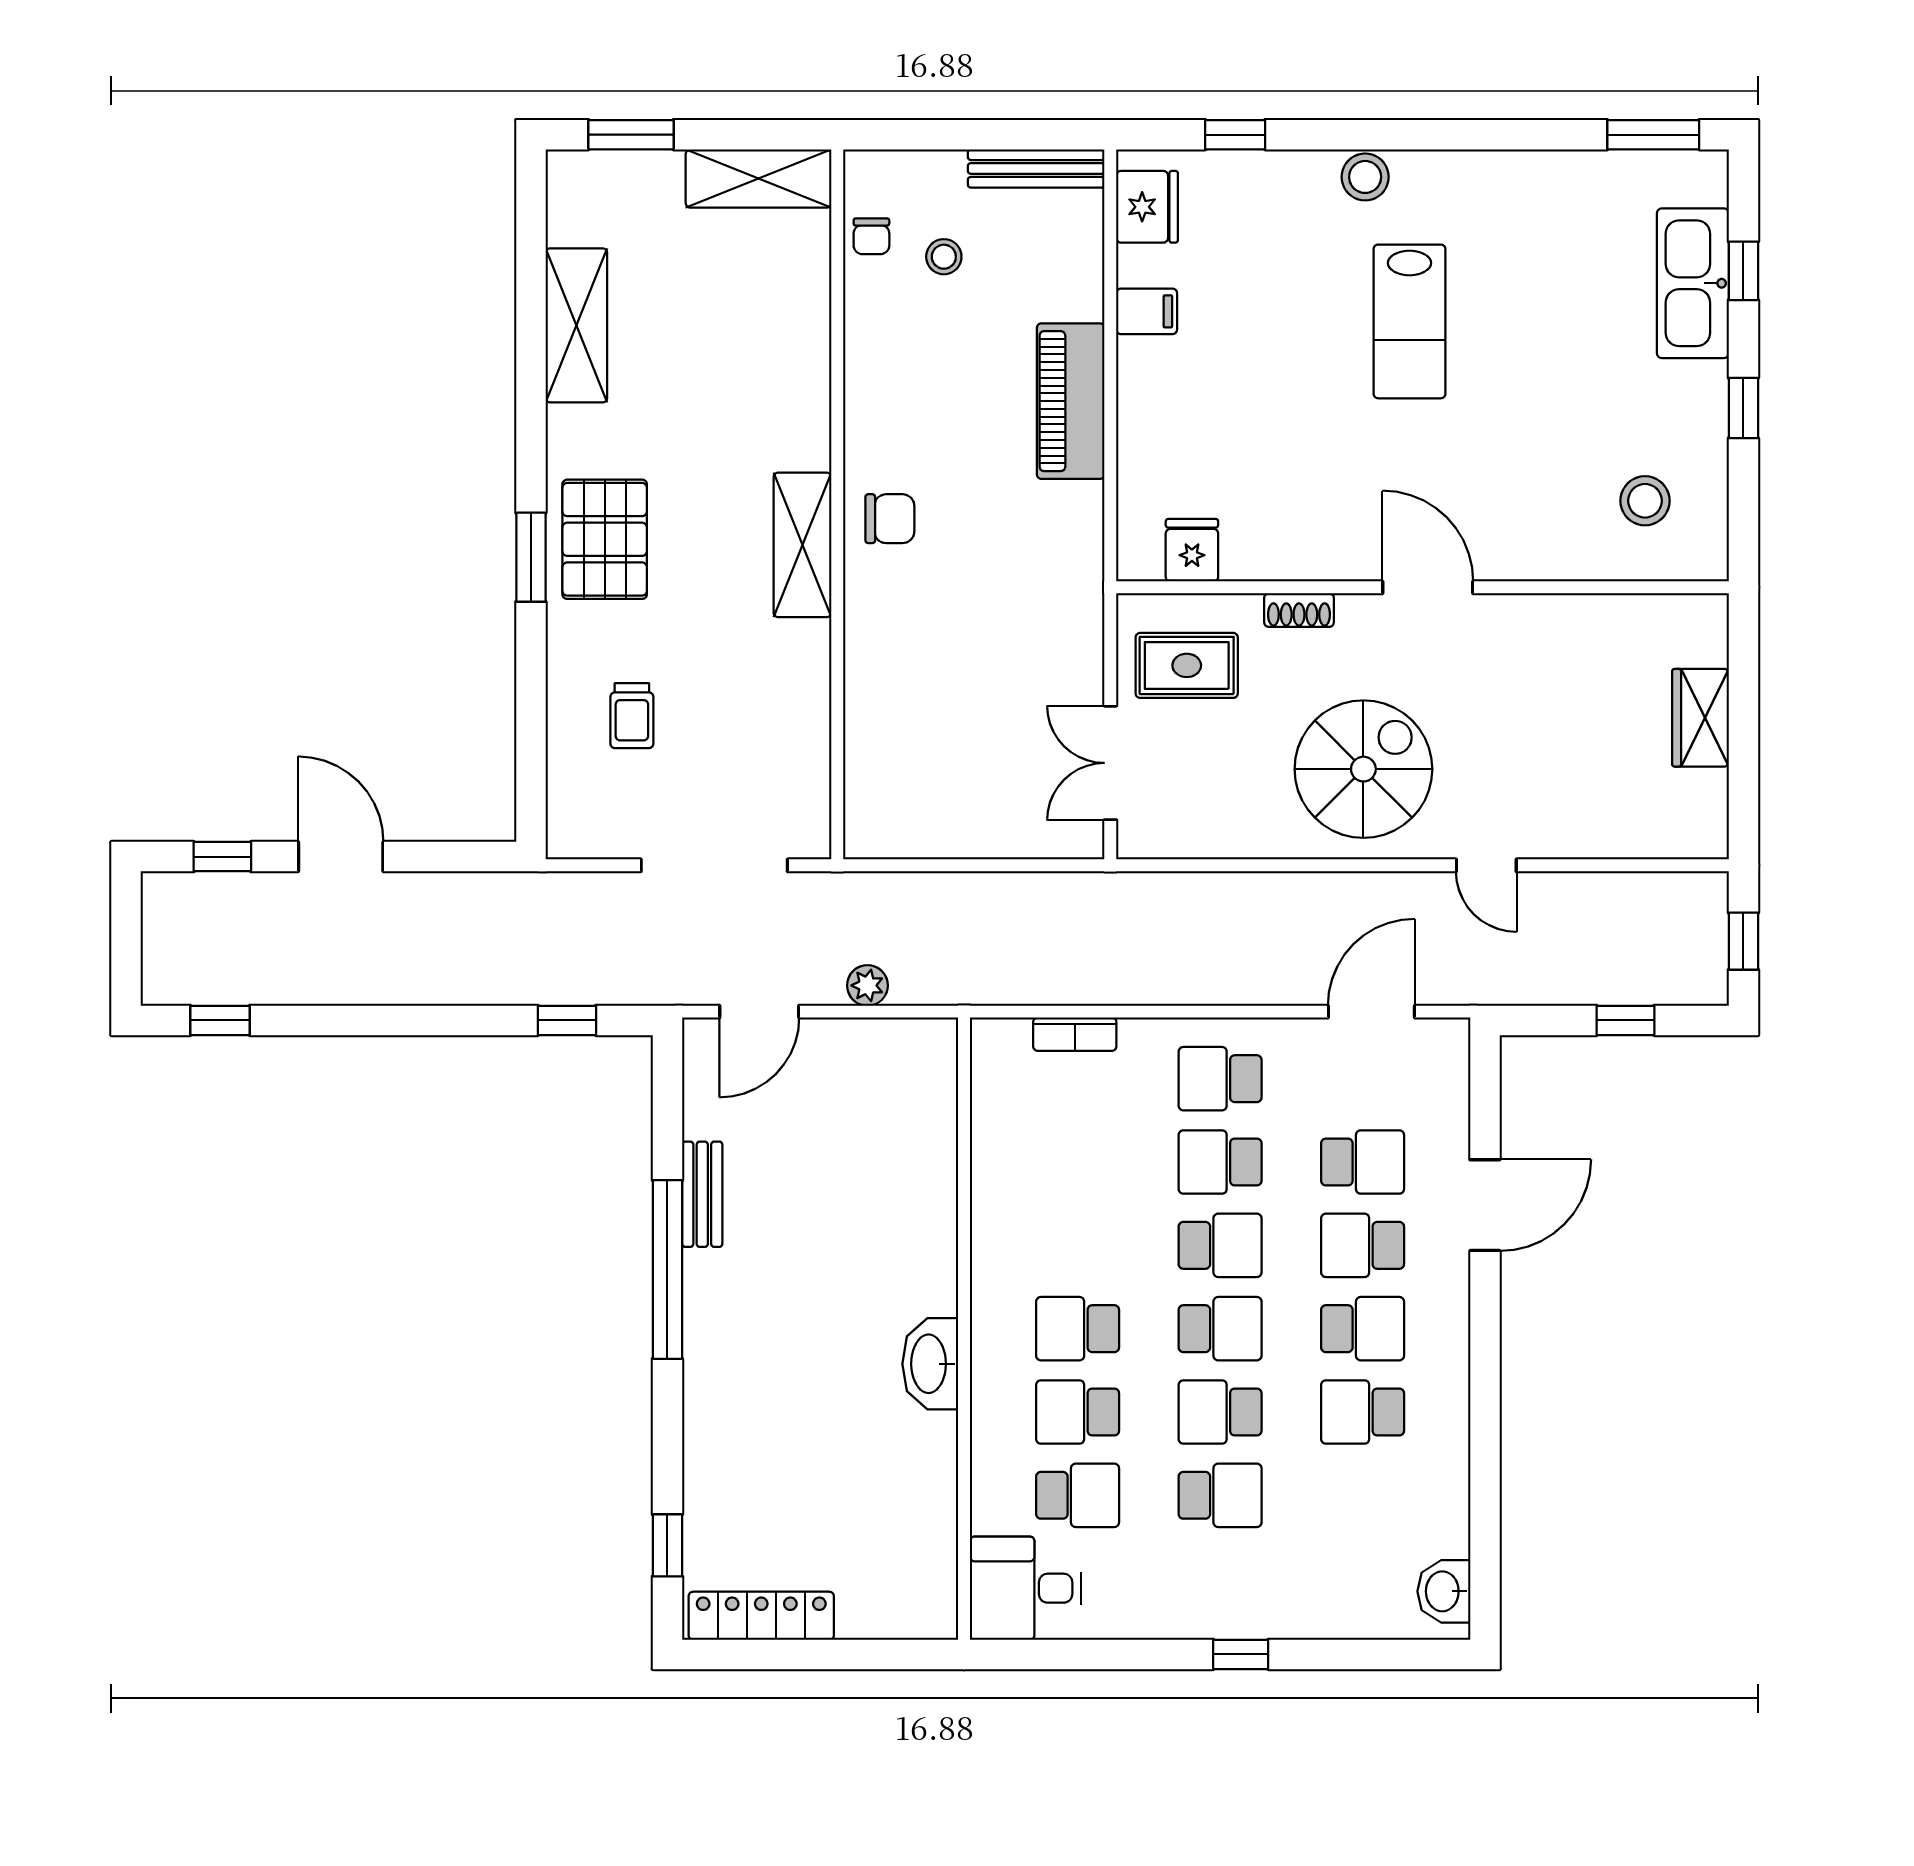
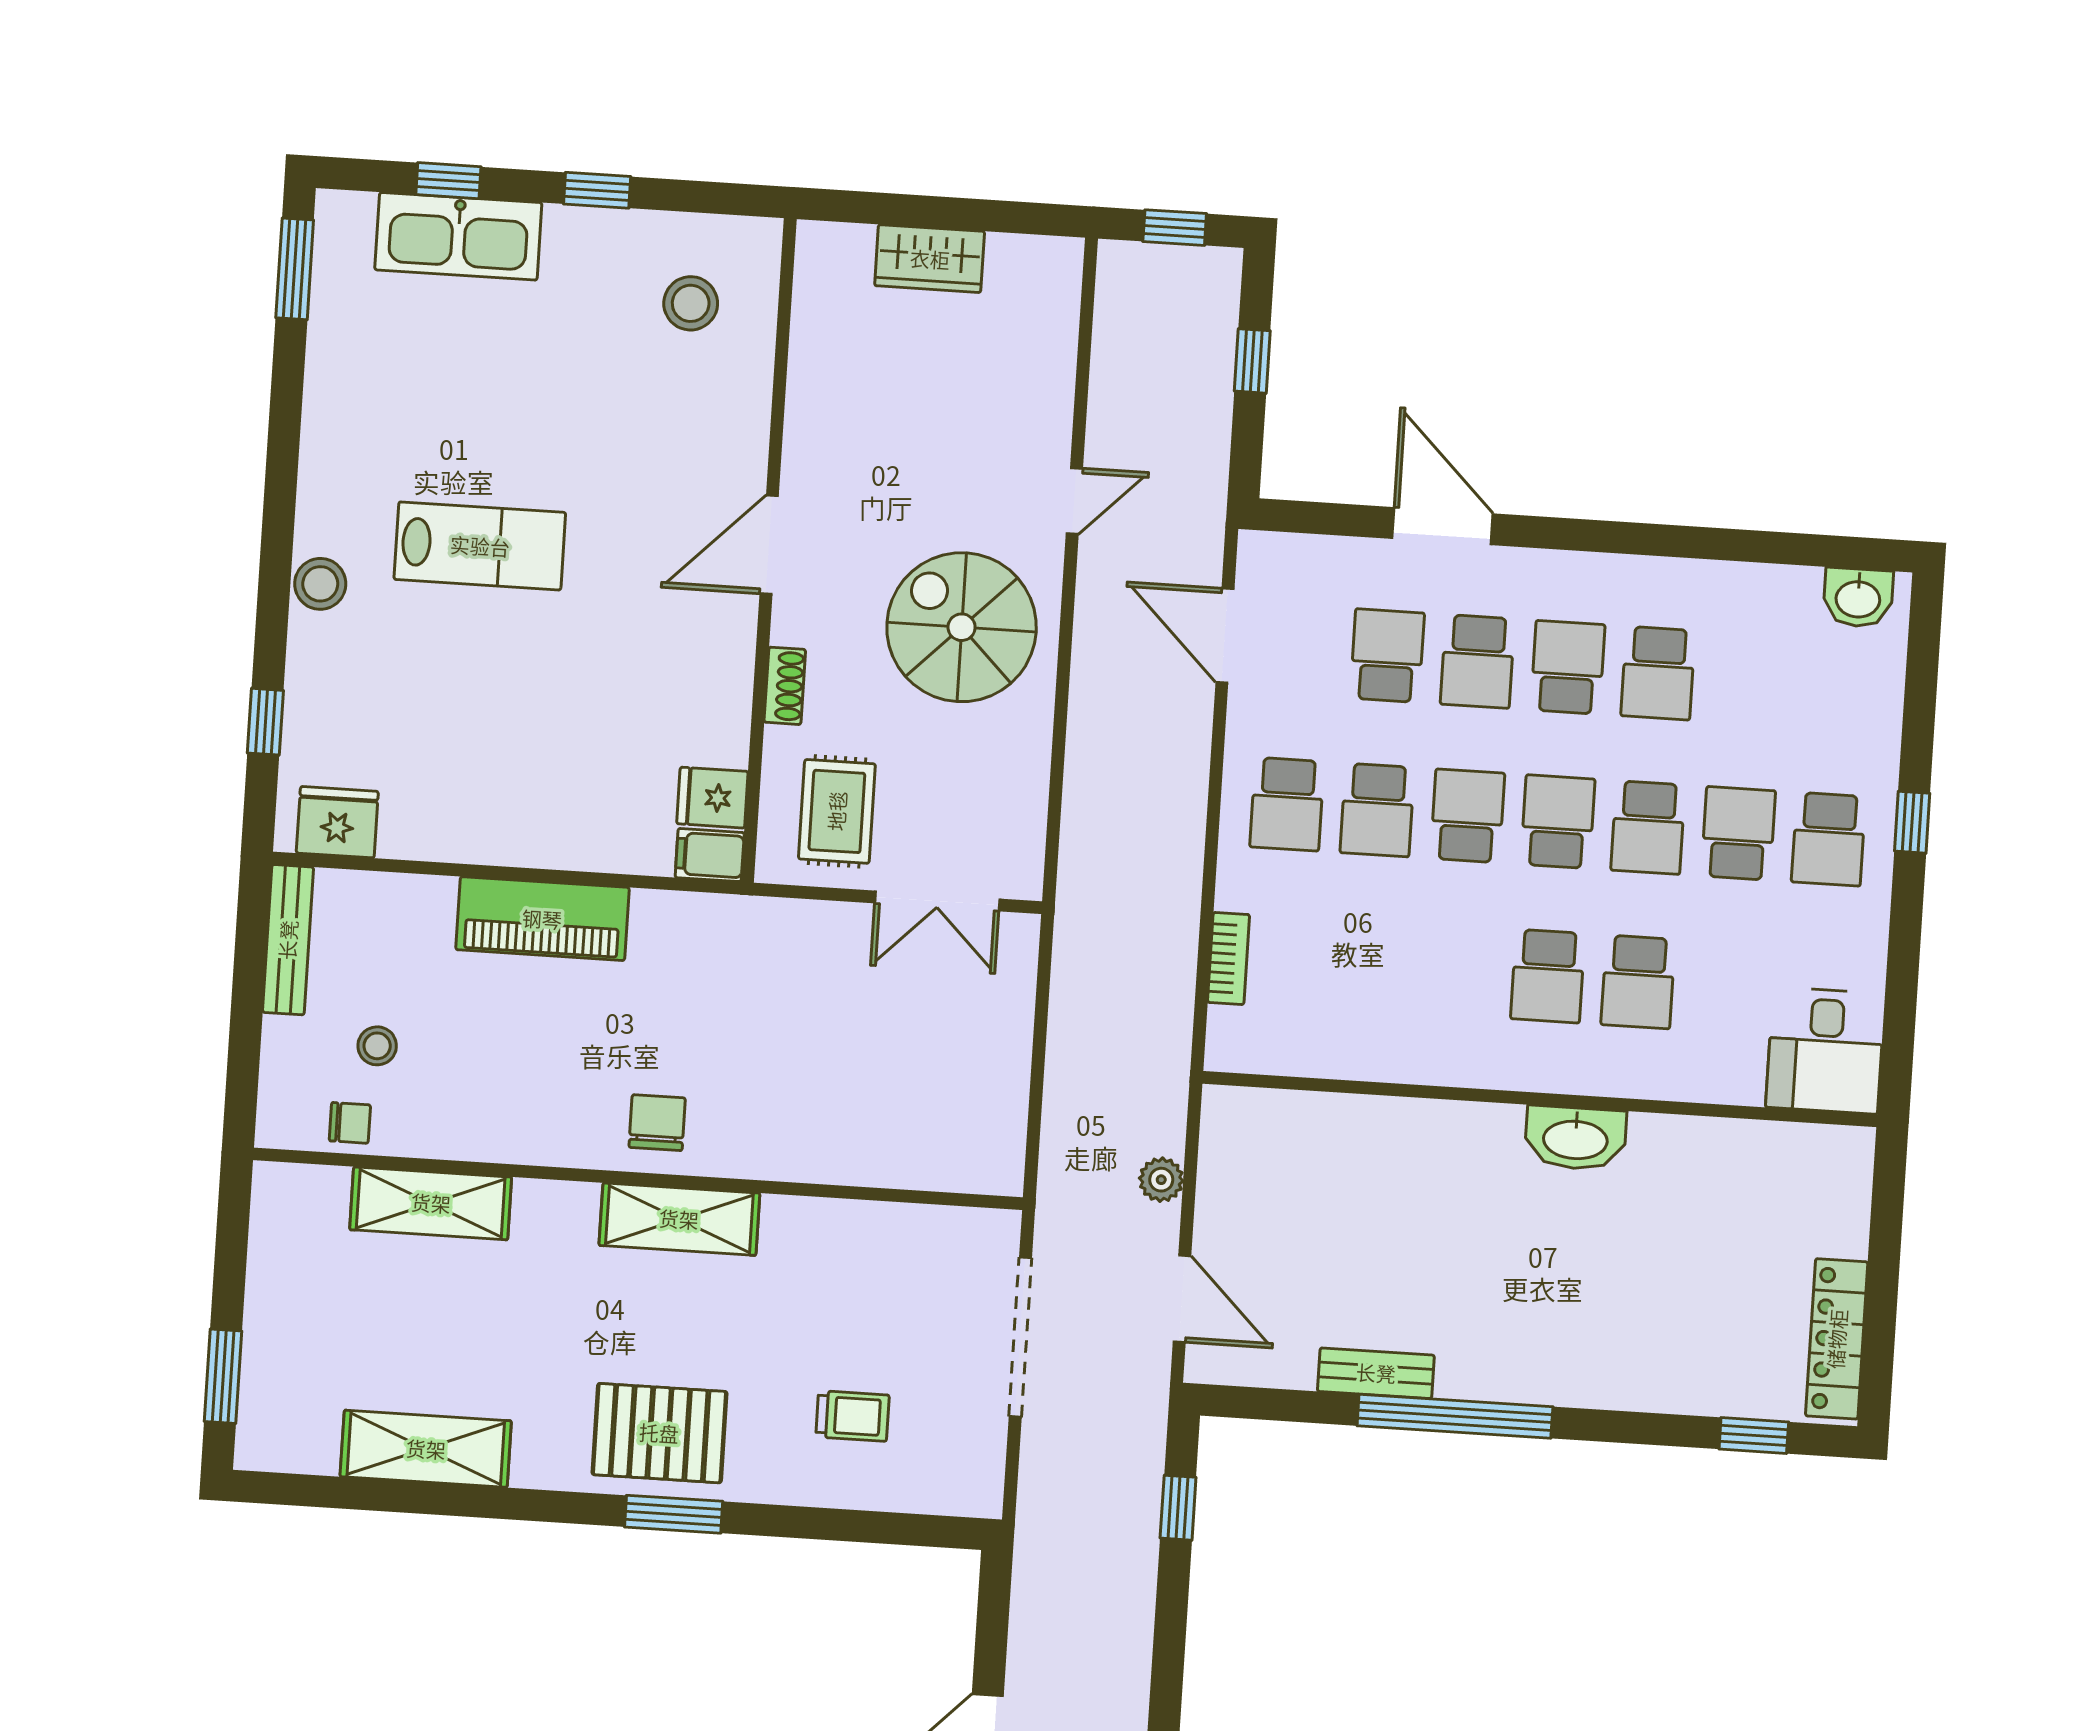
shelving: (759, 178) -> (431, 1203), moved, turned 90
filing cabinet: (1147, 311) -> (710, 855), moved, turned -90
school desk: (1078, 1495) -> (1829, 839), moved, turned 180

